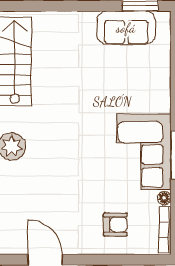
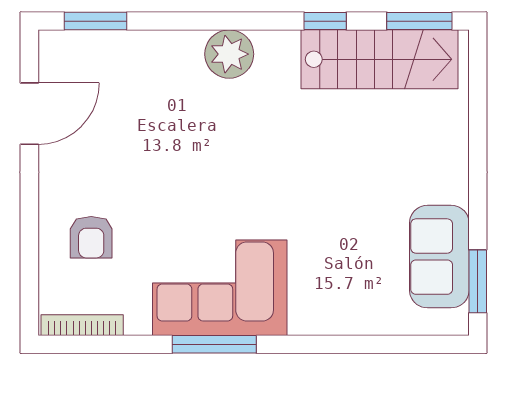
floor lamp: (164, 198) -> (138, 324), removed

